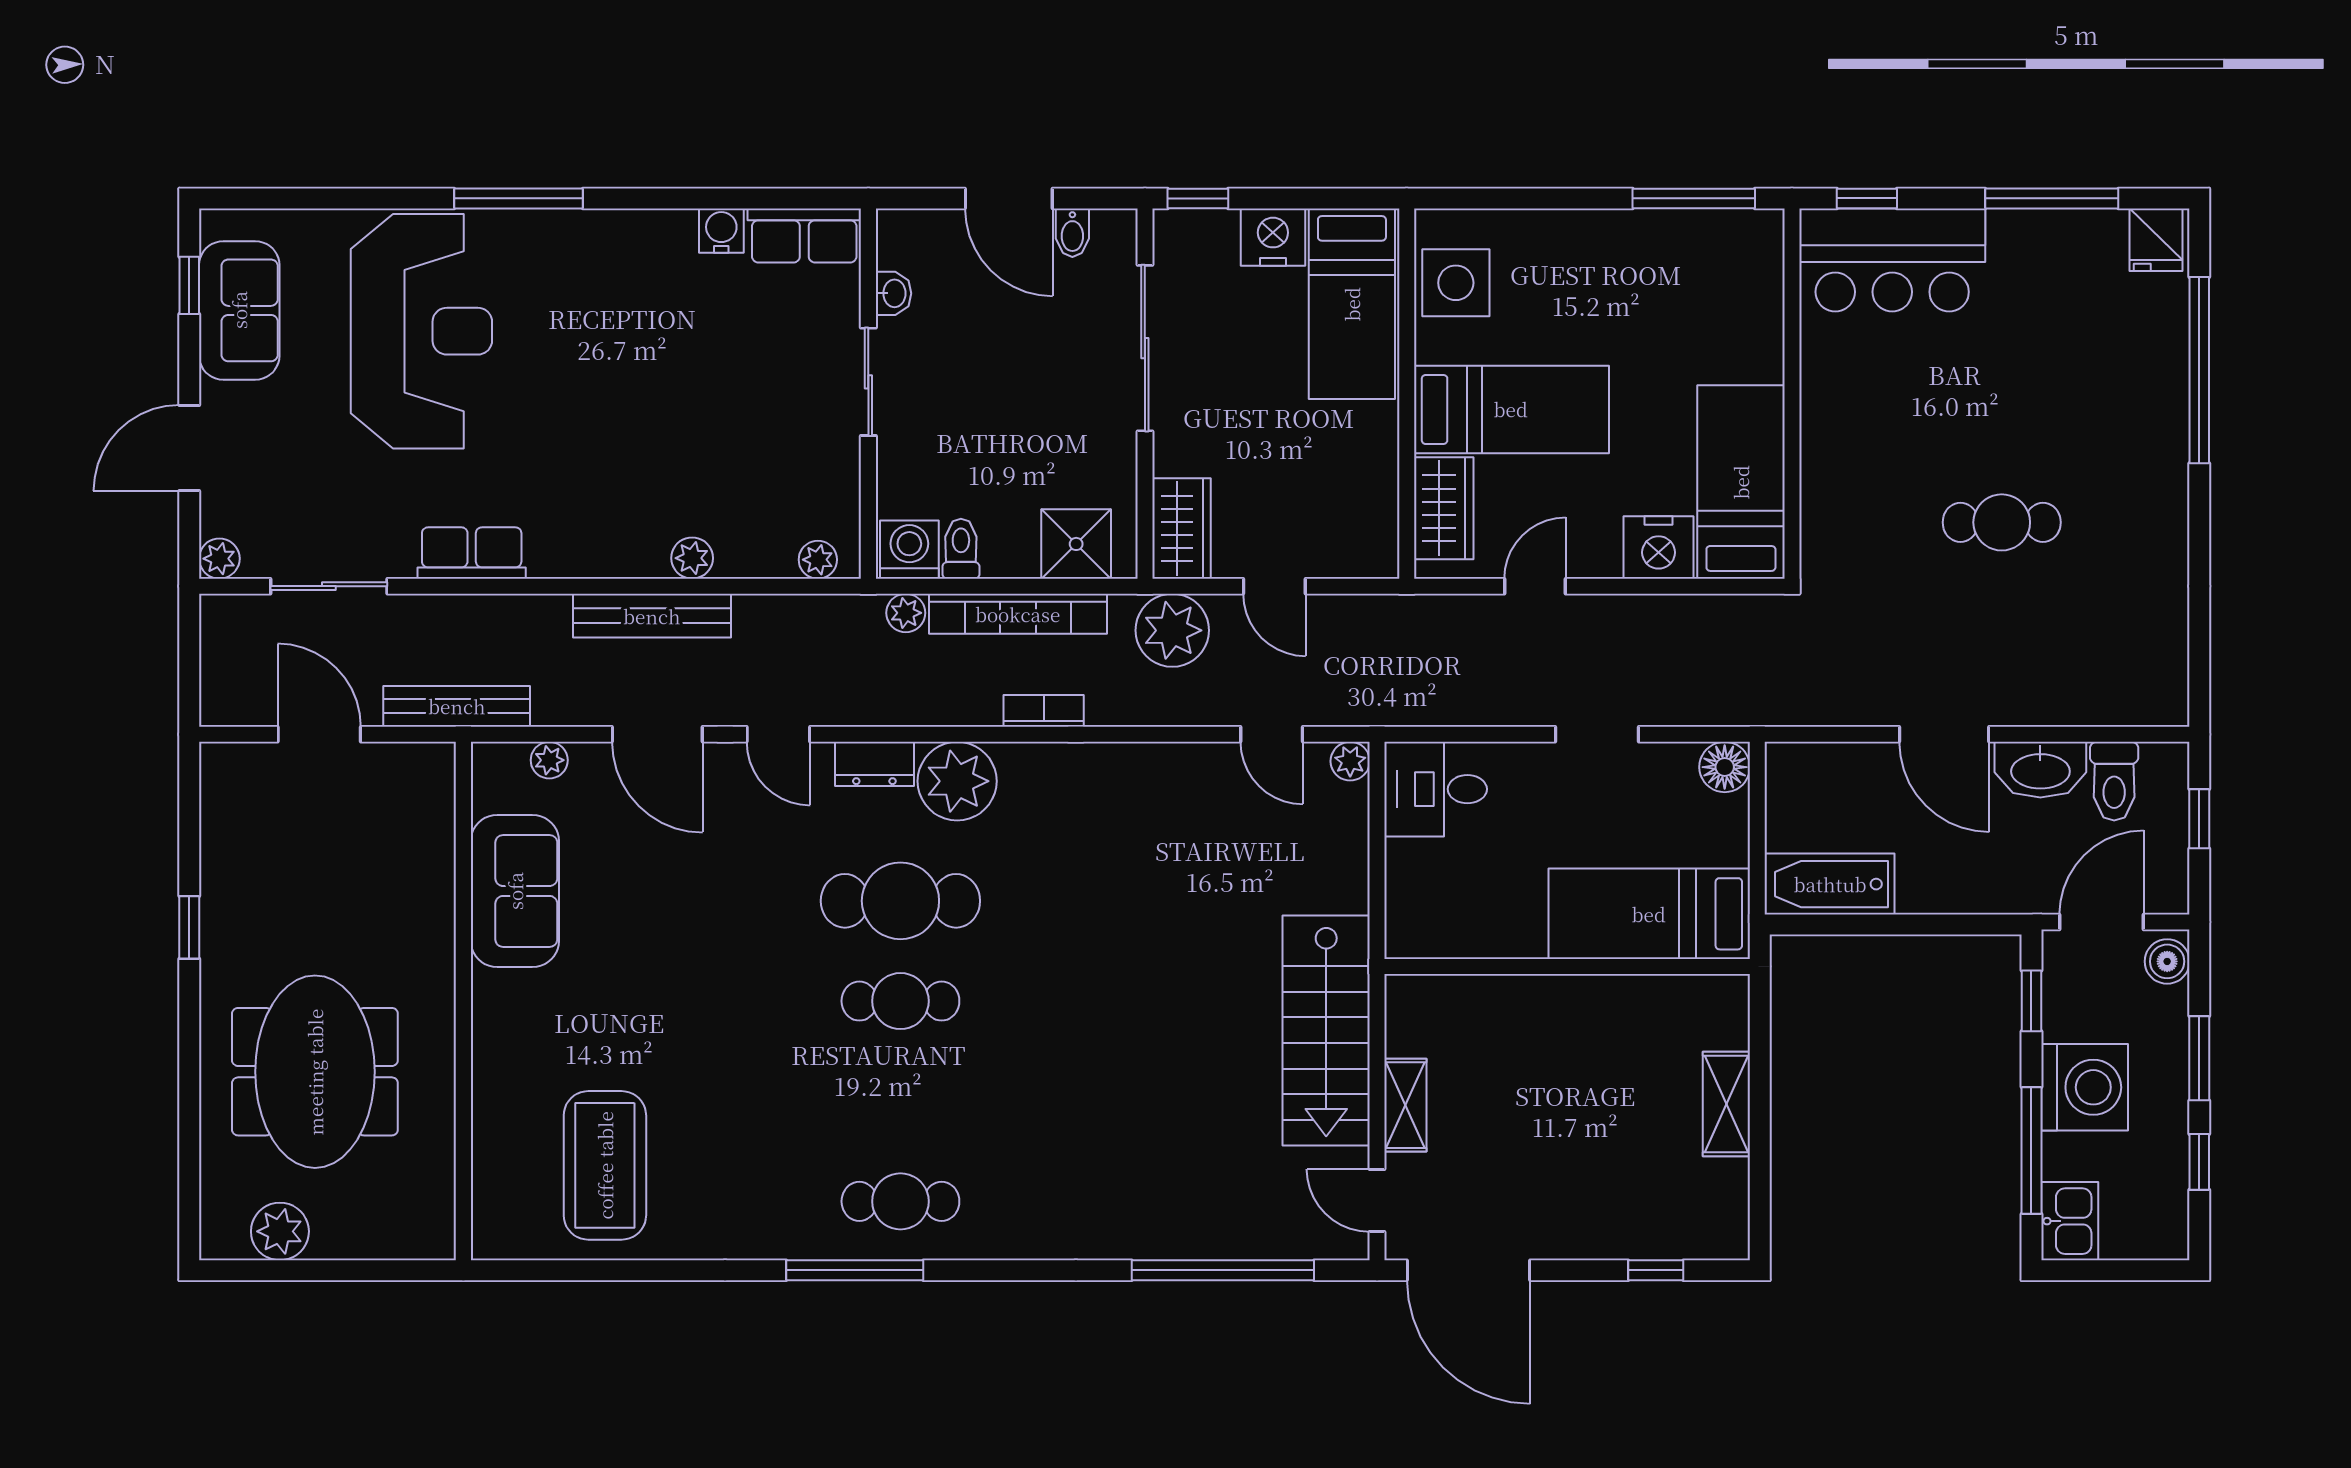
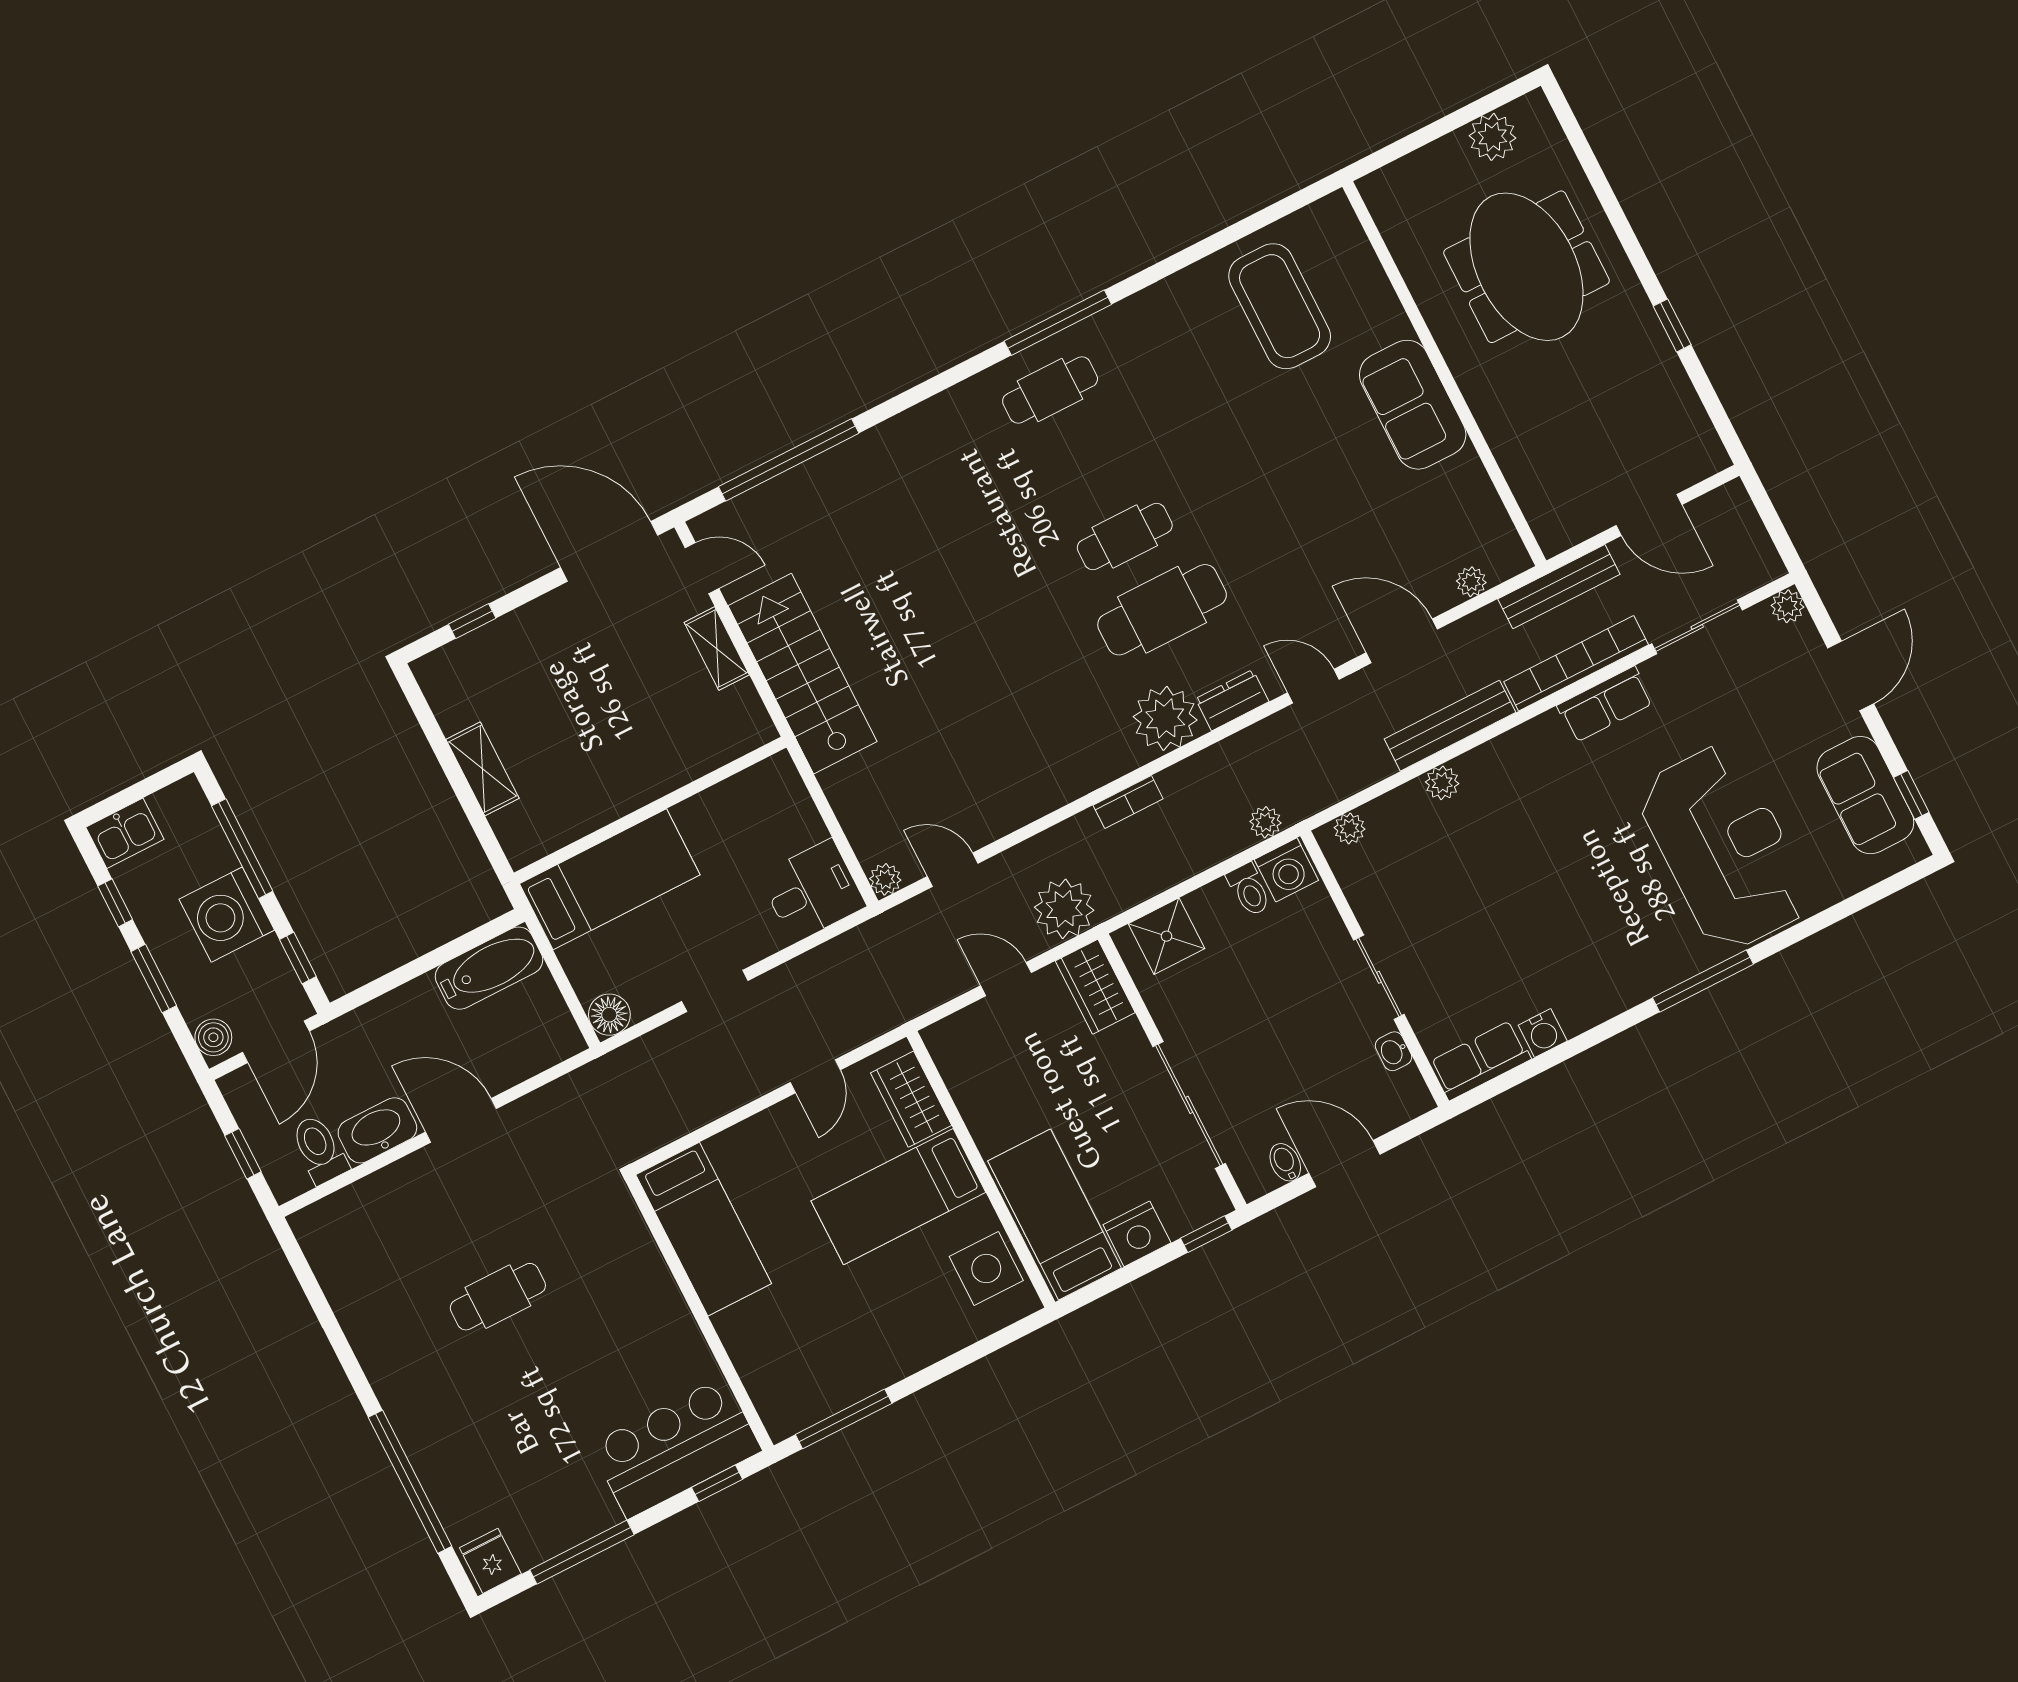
reception desk: (421, 331) -> (1725, 848), turned 180
nightstand: (1659, 547) -> (739, 1151), removed
bookcase: (1018, 614) -> (1576, 663), moved
sofa: (515, 891) -> (1413, 405), moved
kitchen sink: (2070, 1221) -> (125, 833), moved, turned -90

